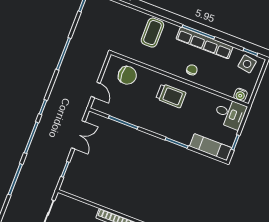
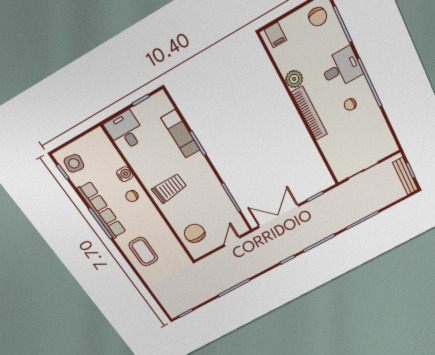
coffee table: (152, 33) -> (143, 252), turned 90
water cooler: (240, 95) -> (125, 174), moved
trolley: (171, 96) -> (169, 188), turned 85
double door: (78, 135) -> (279, 216), width x1.37
exam couch: (211, 147) -> (181, 134), moved

